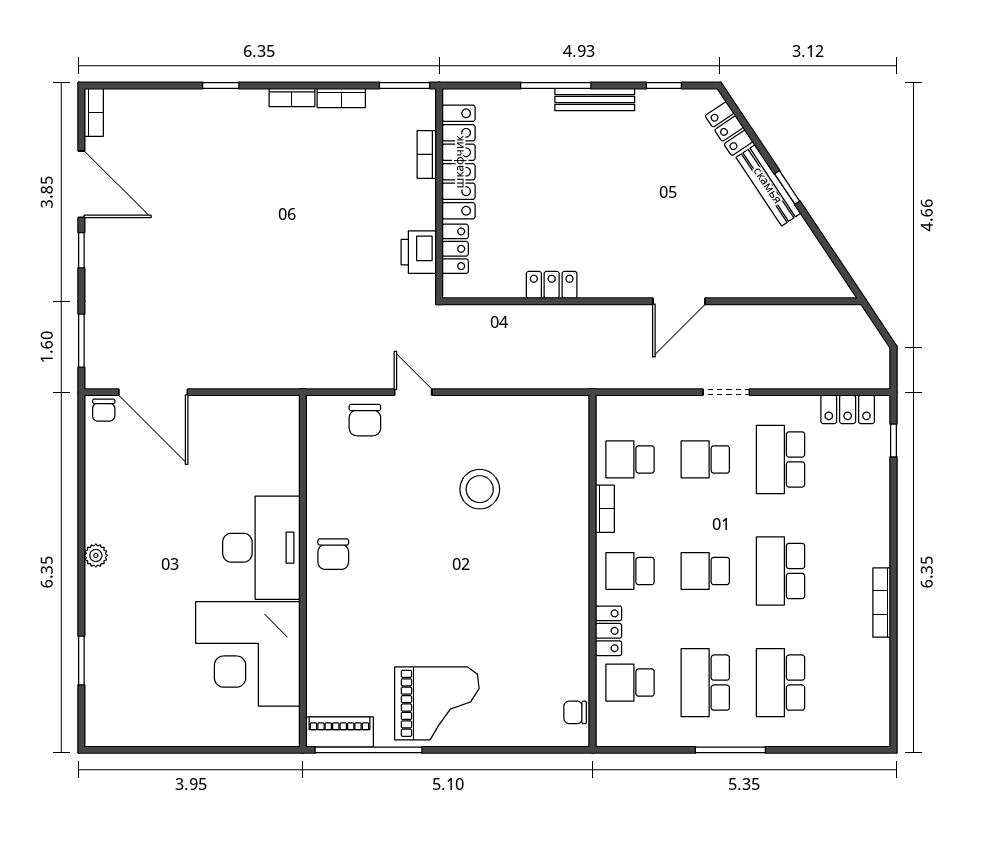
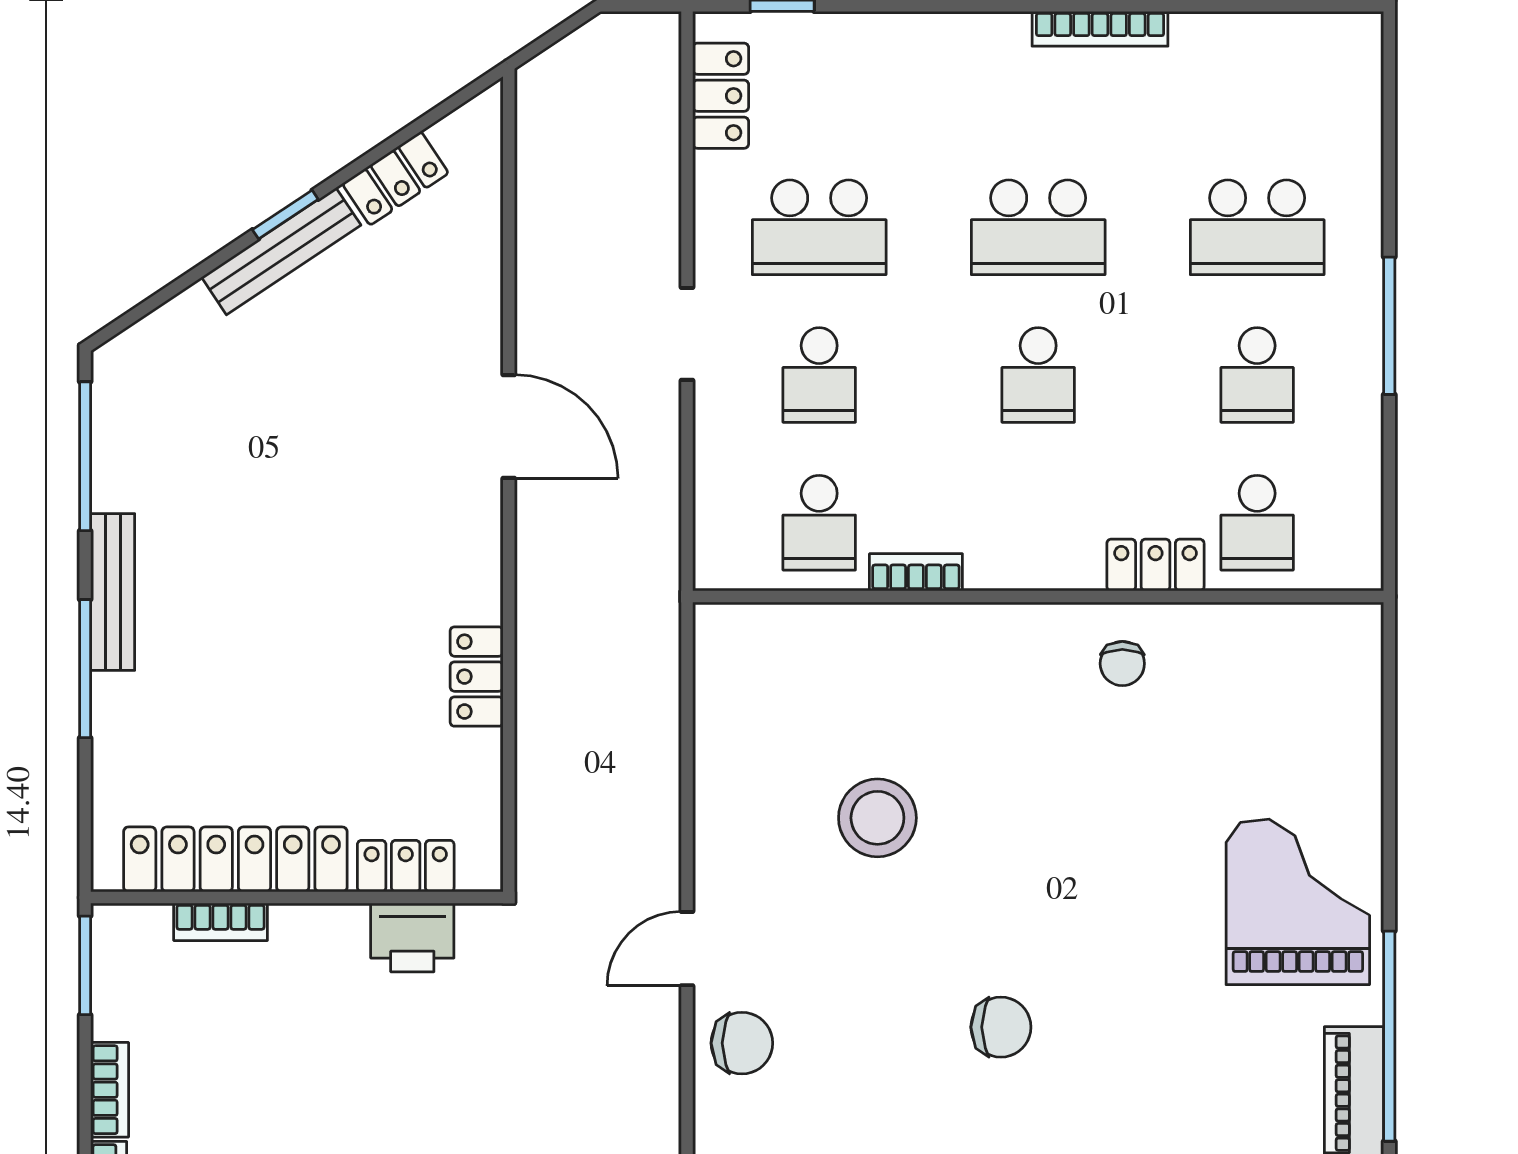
window: (664, 85) -> (85, 456), width x2.17
locker: (729, 129) -> (395, 178), moved
chair: (333, 554) -> (1001, 1027), moved
school desk: (630, 571) -> (1038, 523), removed
school desk: (705, 683) -> (1257, 375), width x0.54
chair: (575, 712) -> (1122, 664), moved

